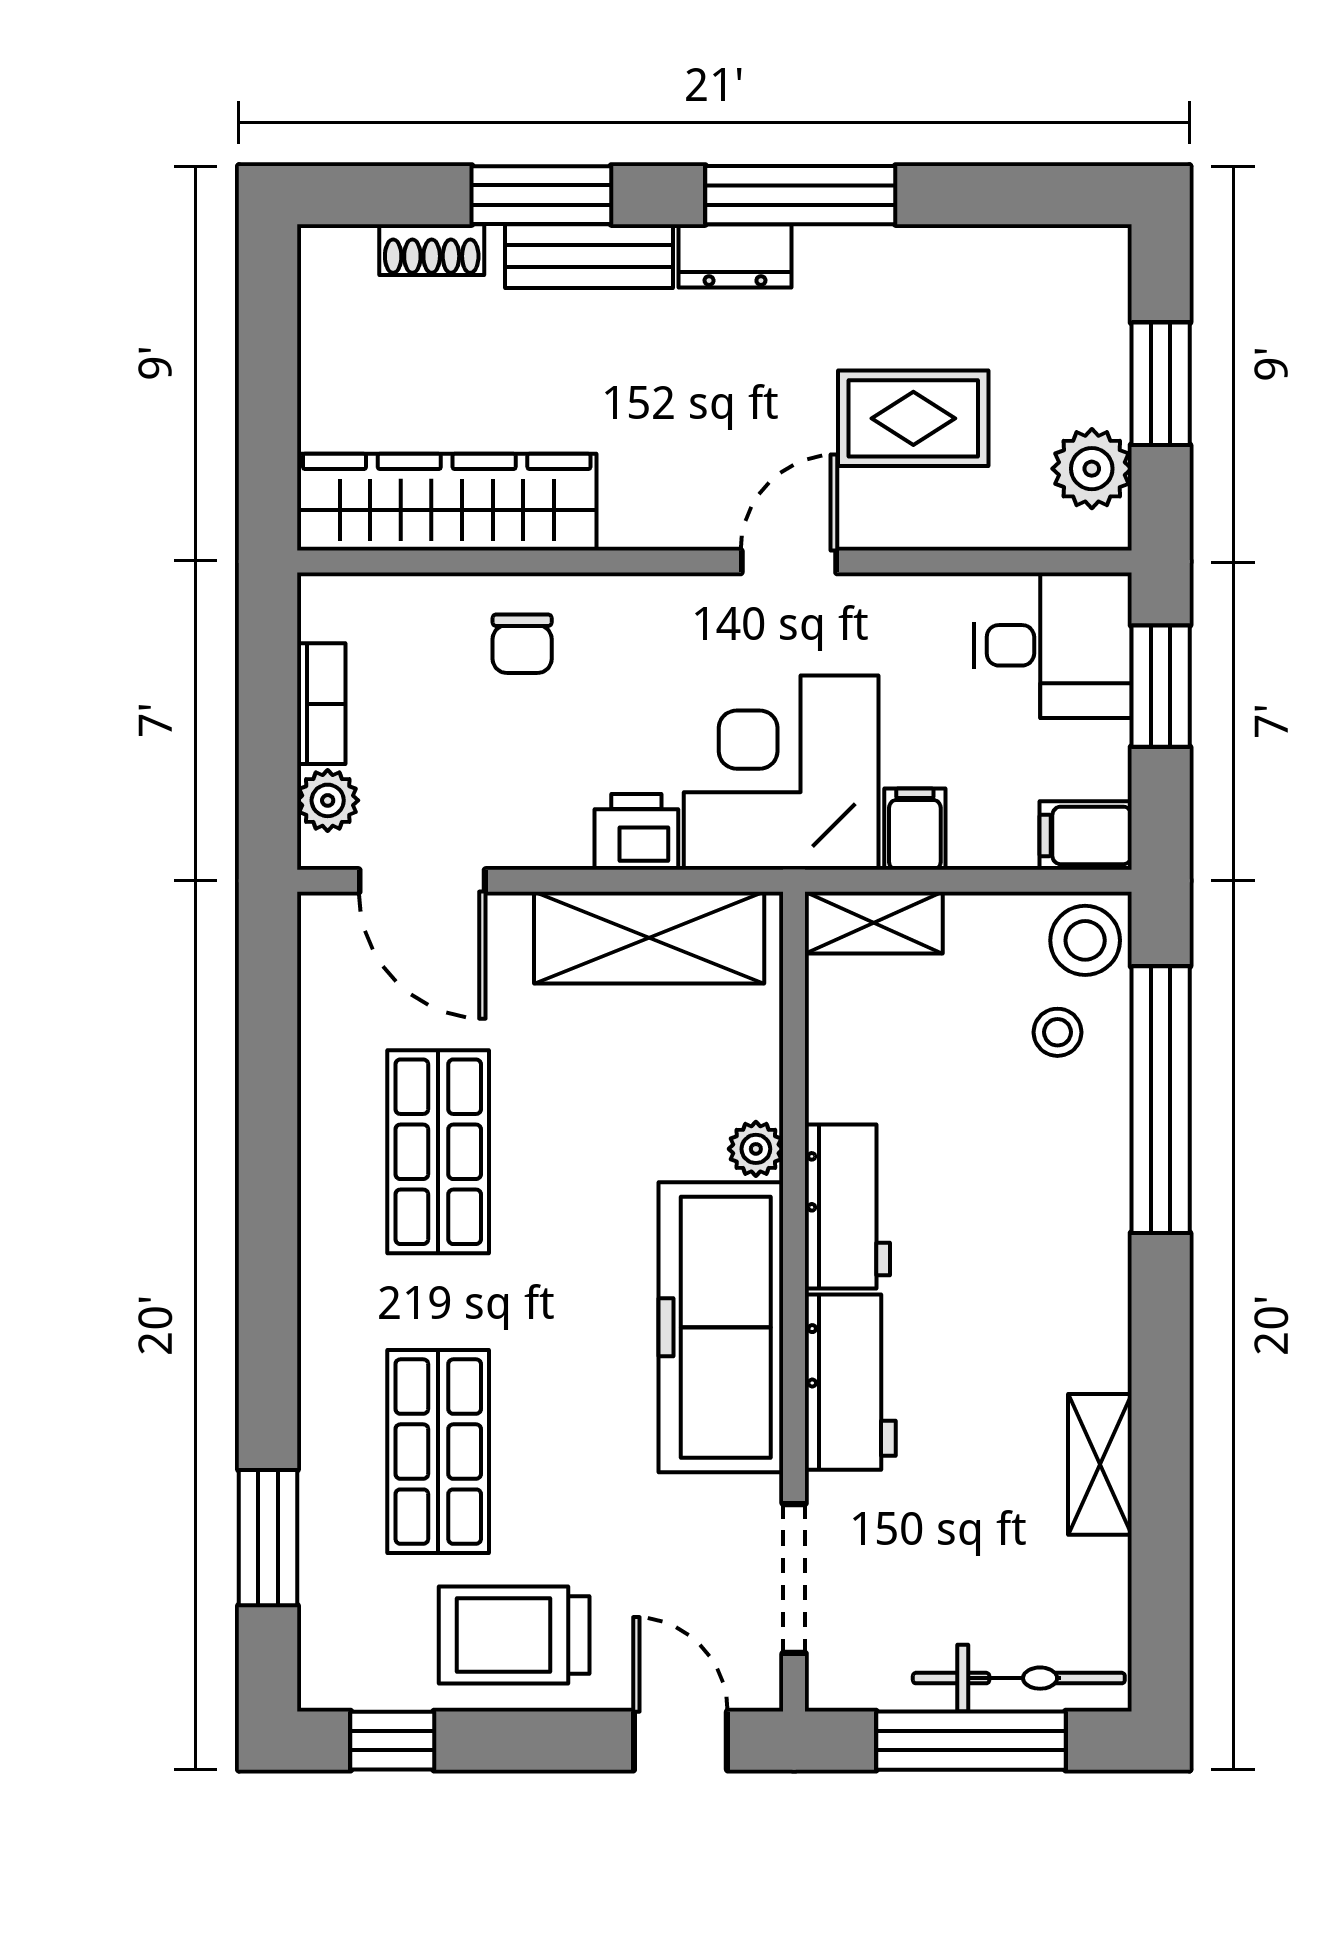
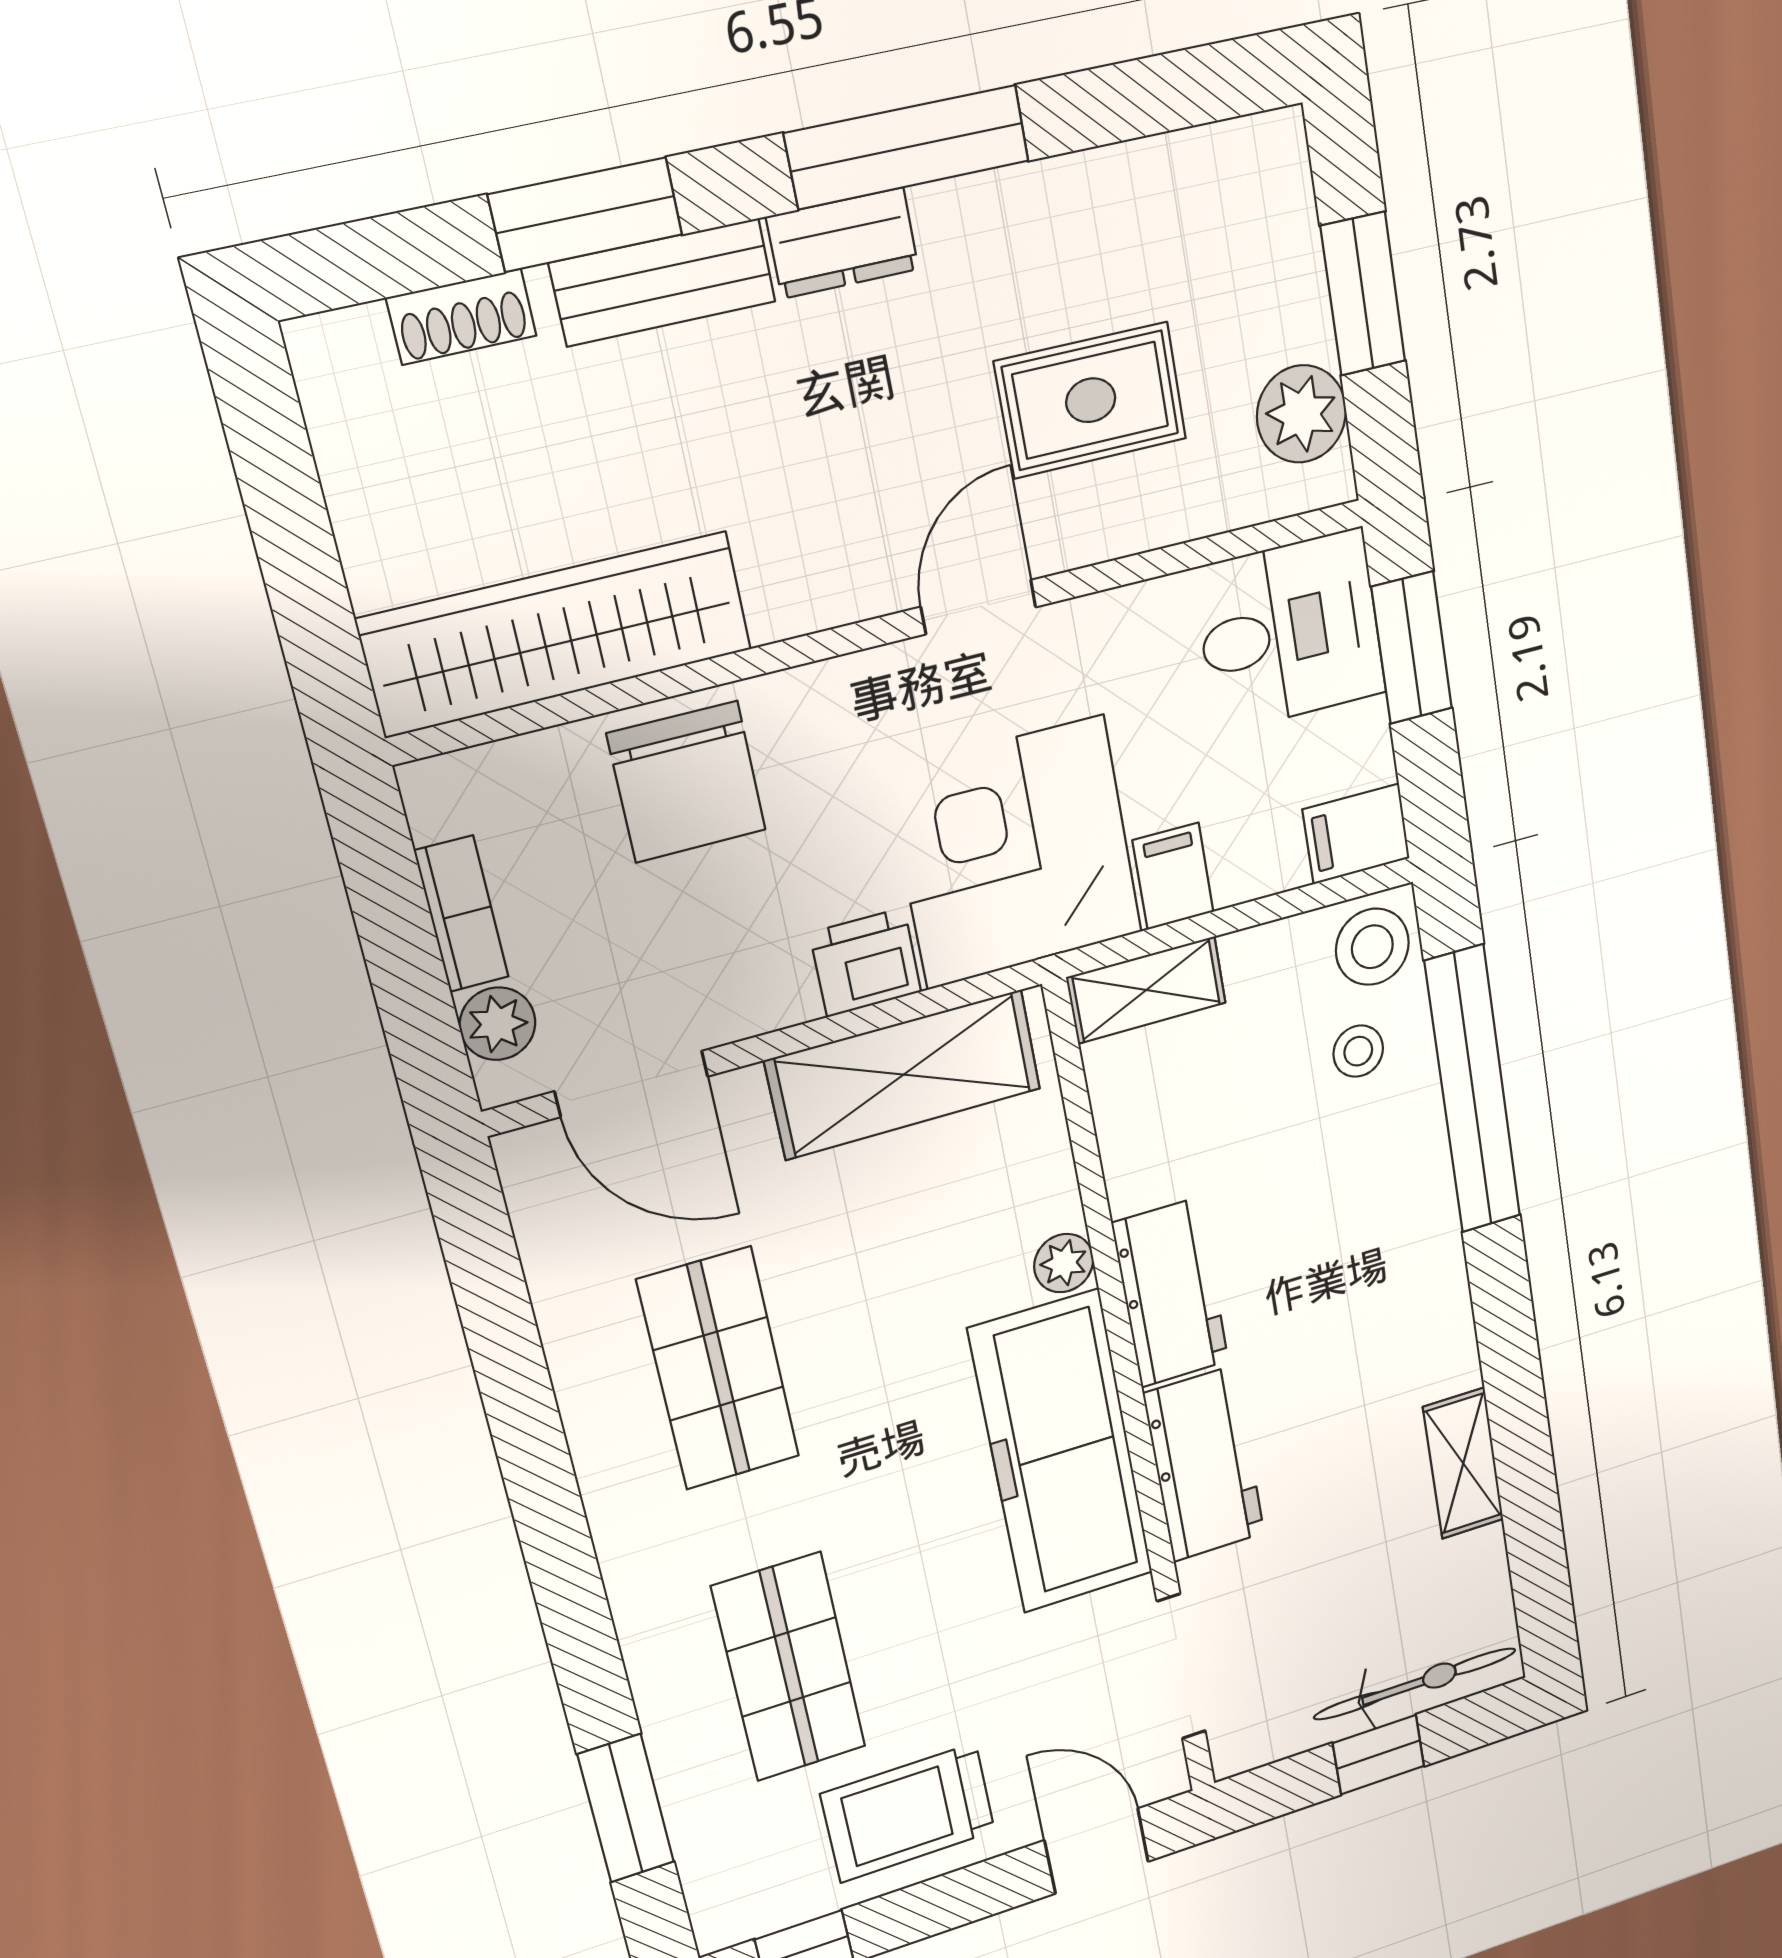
chair: (522, 644) -> (687, 782), width x1.87, depth x1.87
window: (971, 1741) -> (1379, 1755), width x0.46

